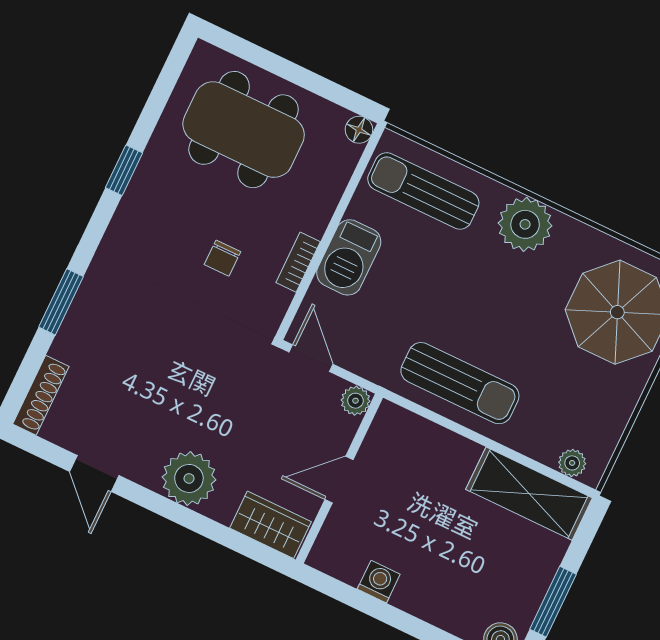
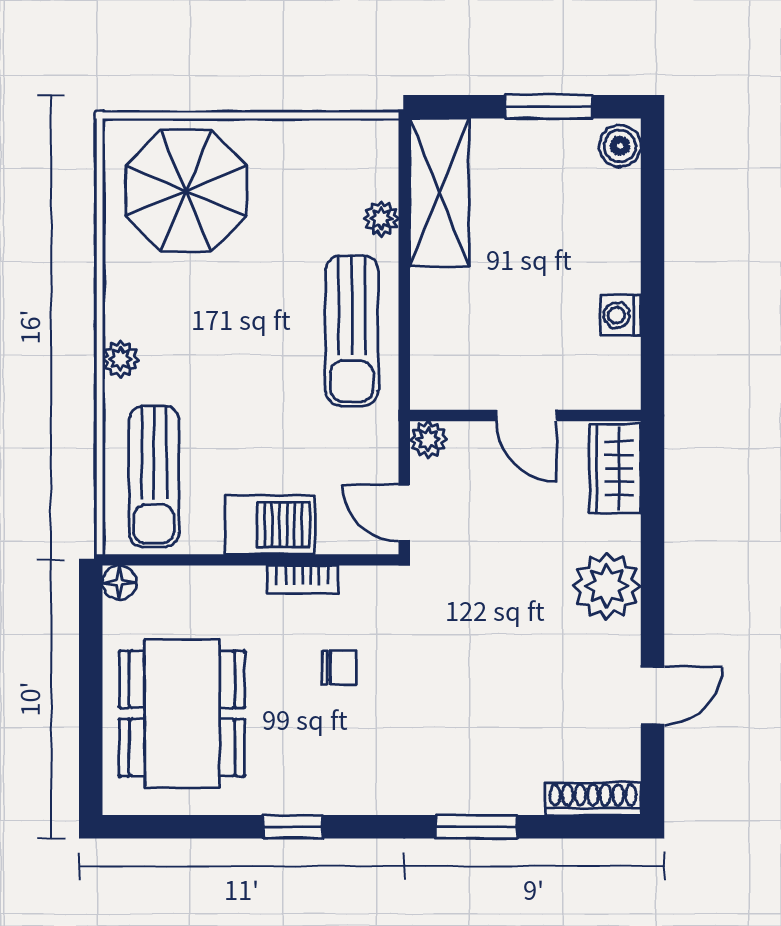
plant: (525, 224) -> (121, 359), width x0.53, depth x0.53
door: (311, 358) -> (404, 513), hinge flipped
sun lounger: (460, 383) -> (352, 331), turned 180
plant: (572, 463) -> (381, 219), moved

